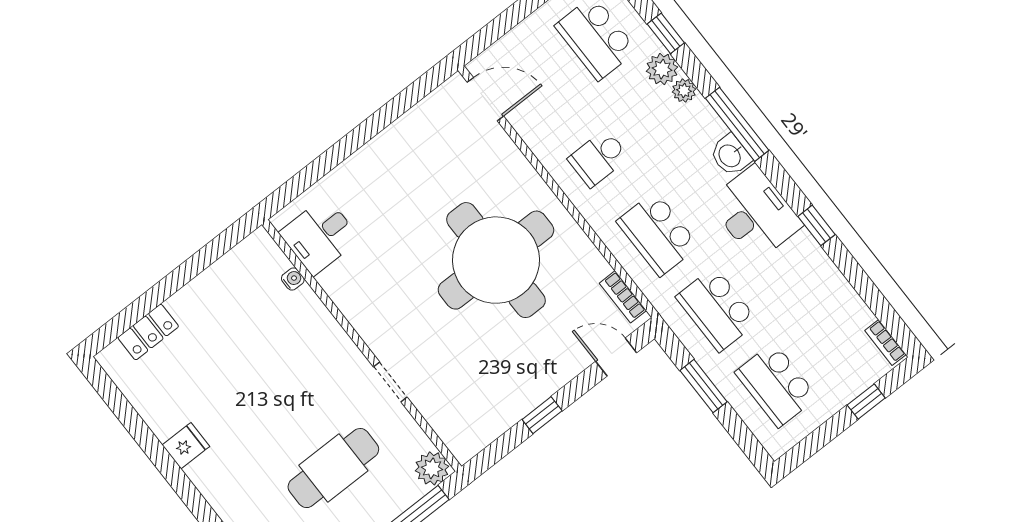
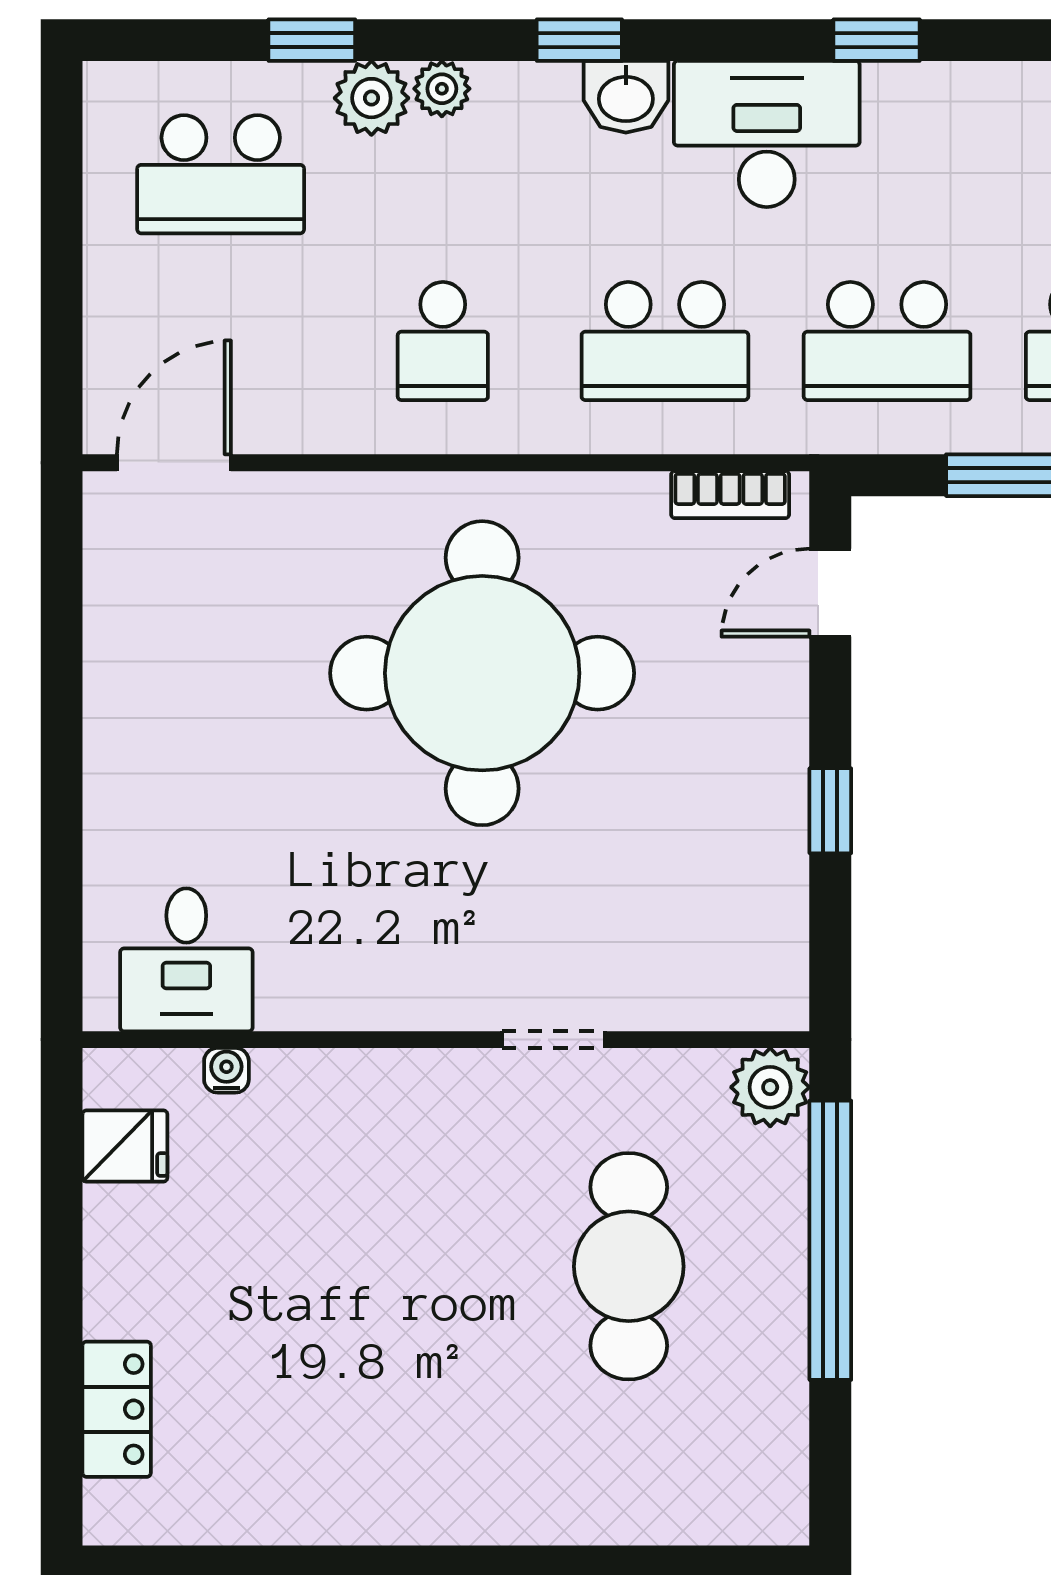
window: (737, 124) -> (579, 40), width x0.46
fridge: (186, 446) -> (125, 1146), moved, turned 90

